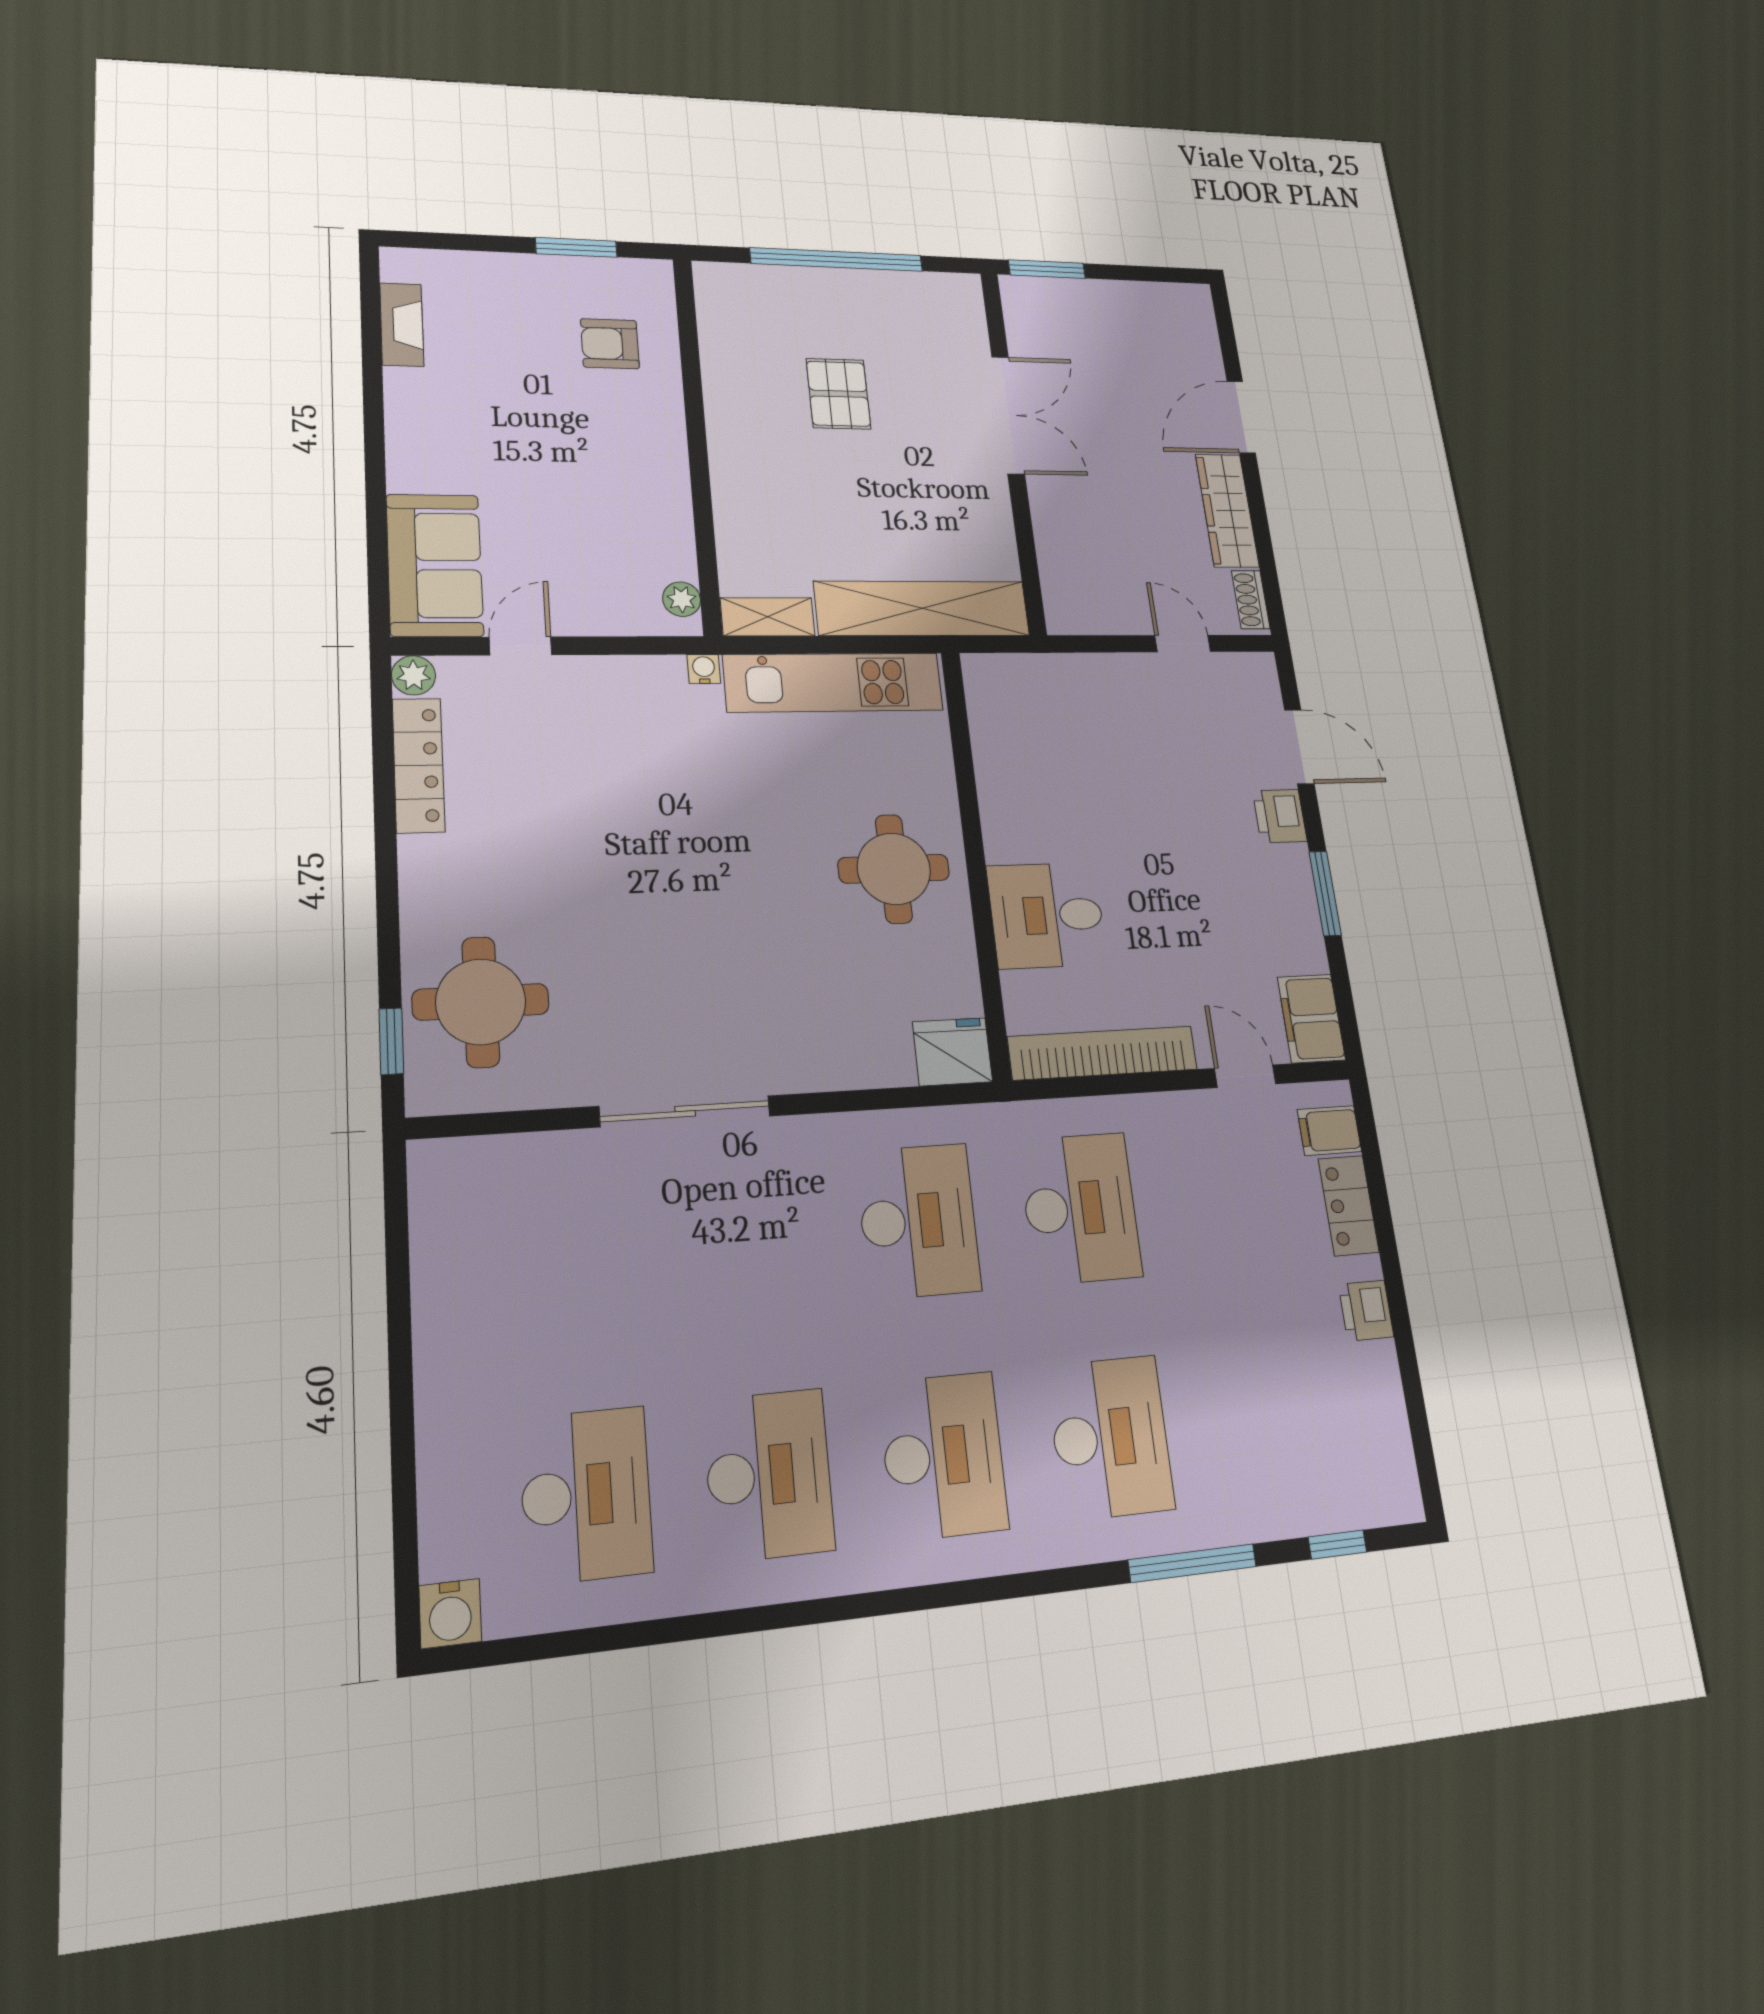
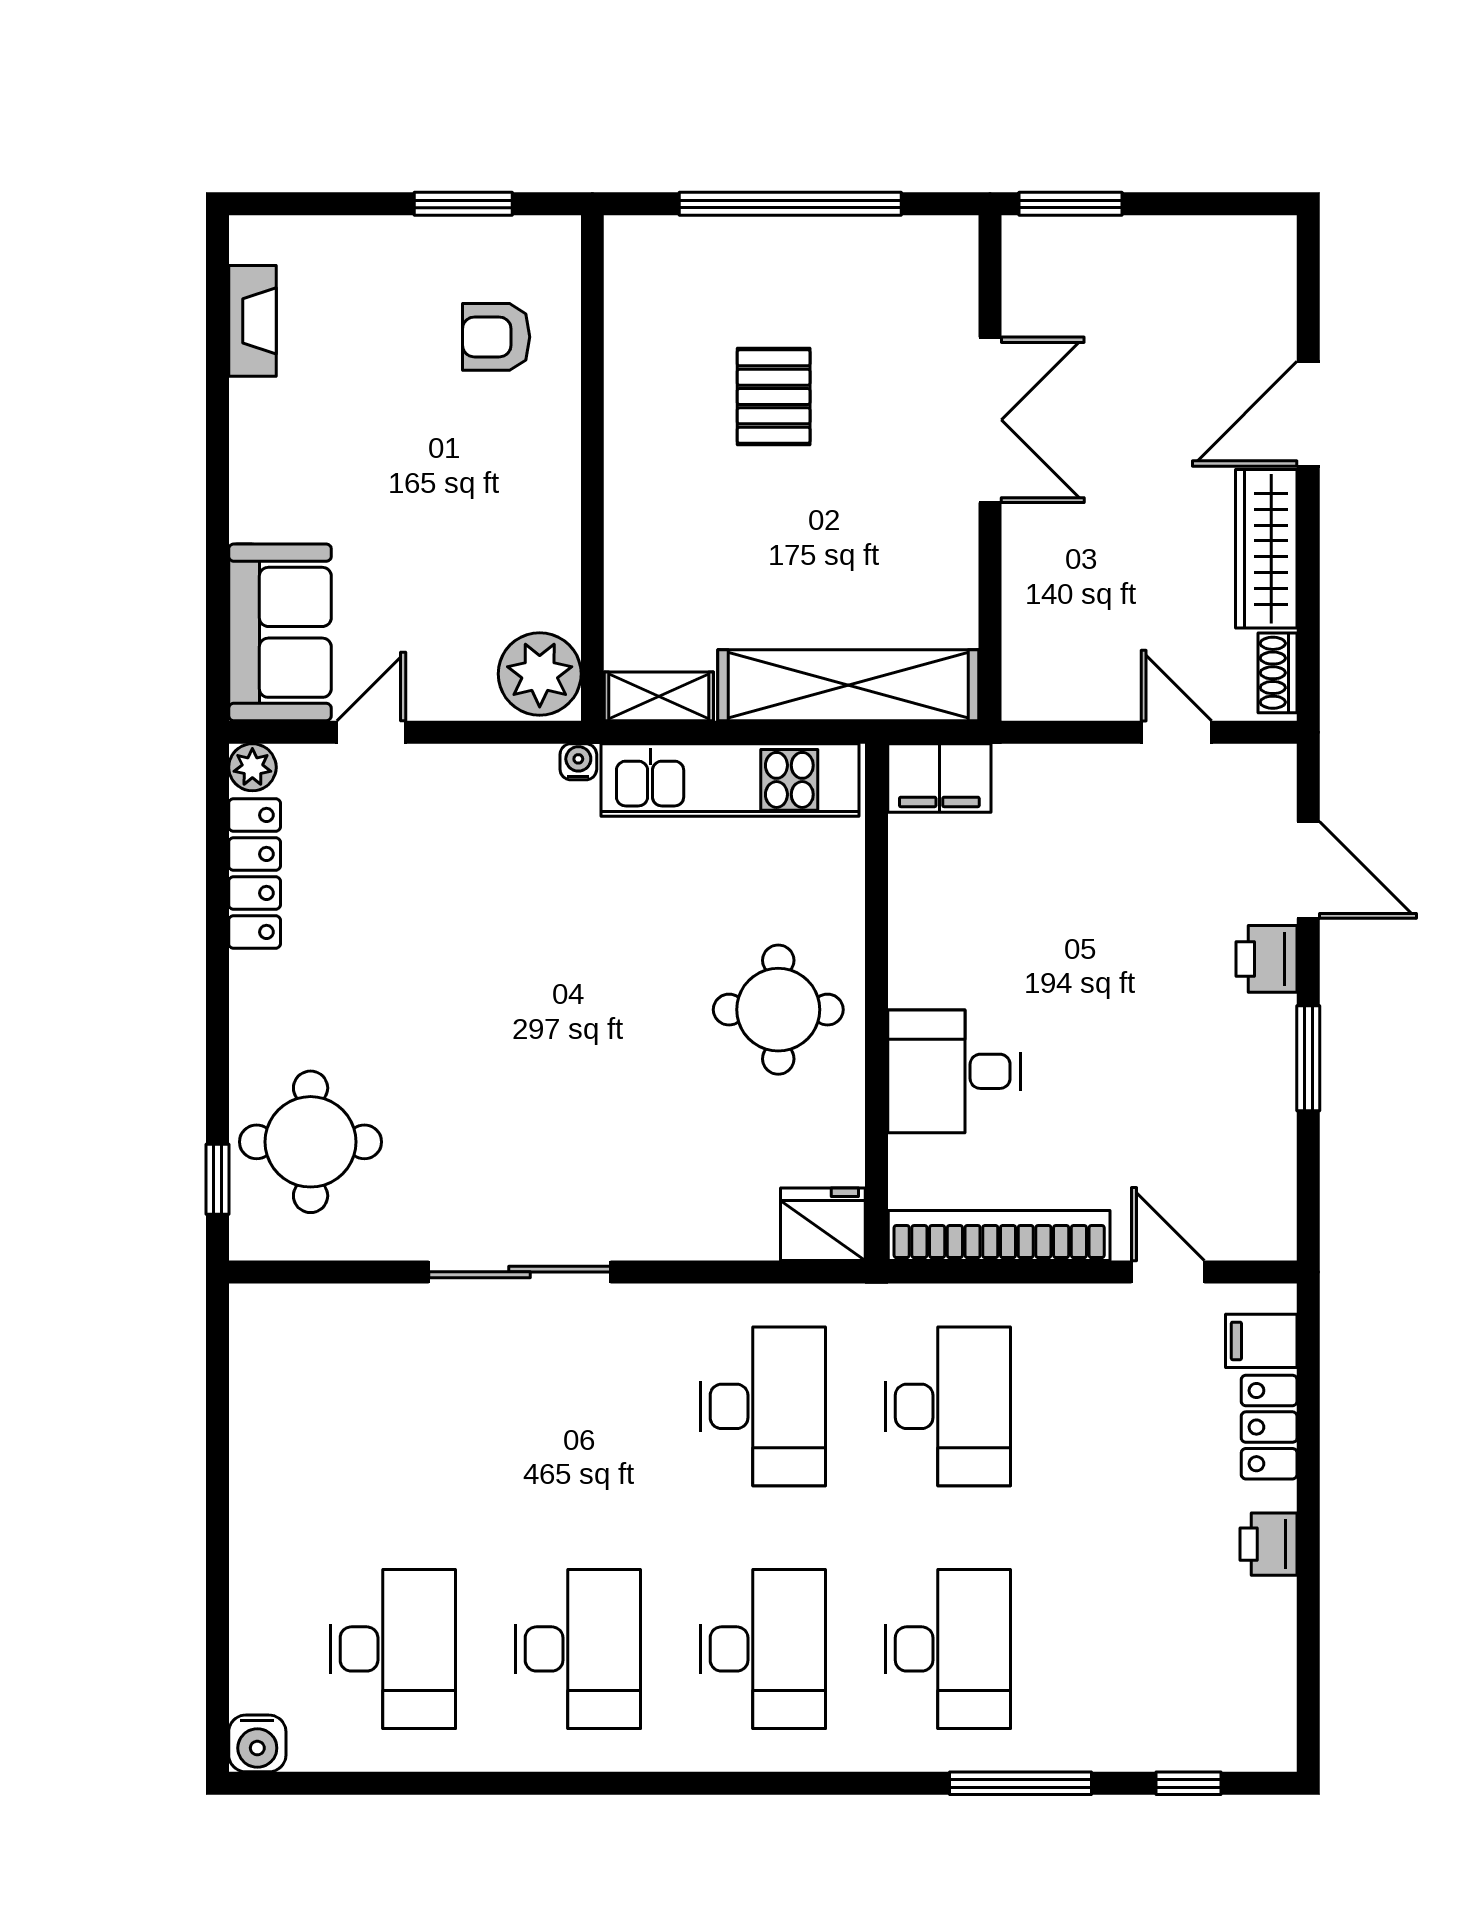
plant: (682, 599) -> (540, 674), width x1.87, depth x1.87
filing cabinet: (1311, 1019) -> (939, 778), moved, turned -90

